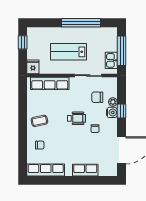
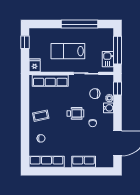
window: (122, 111) -> (117, 88), moved

